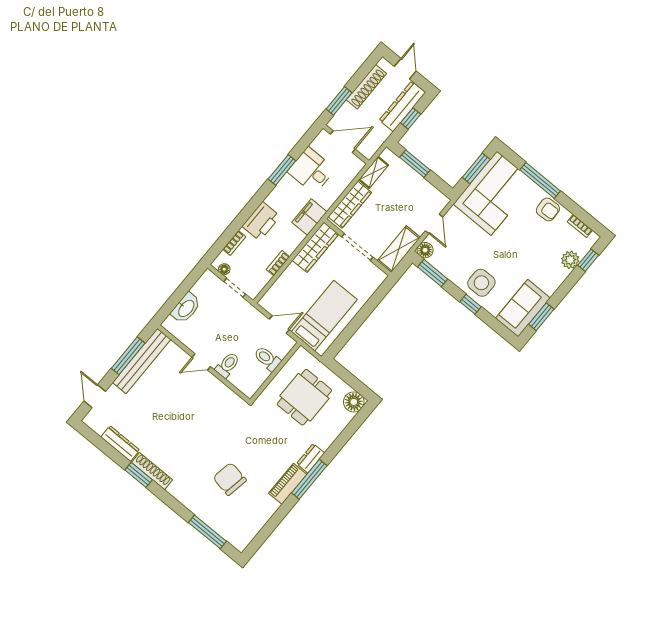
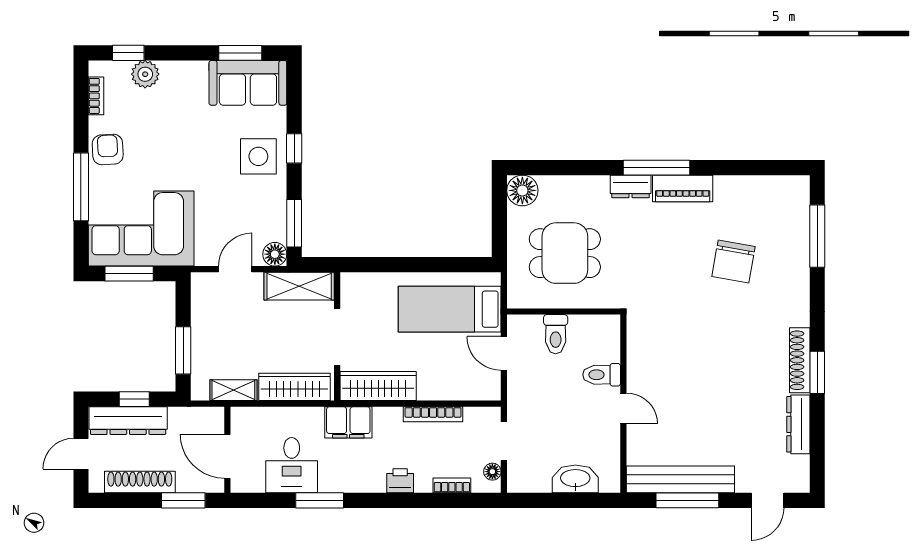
printer: (261, 221) -> (400, 481), width x0.53, depth x0.68
bookcase: (278, 263) -> (433, 414), width x1.56

